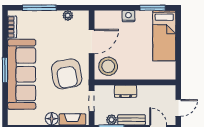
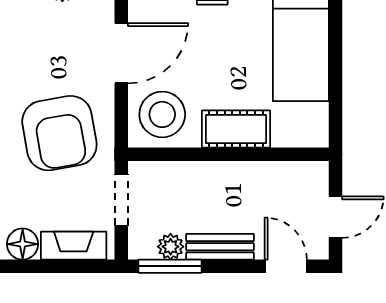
cot: (138, 72) -> (236, 129), added
dresser: (126, 91) -> (205, 176), removed

